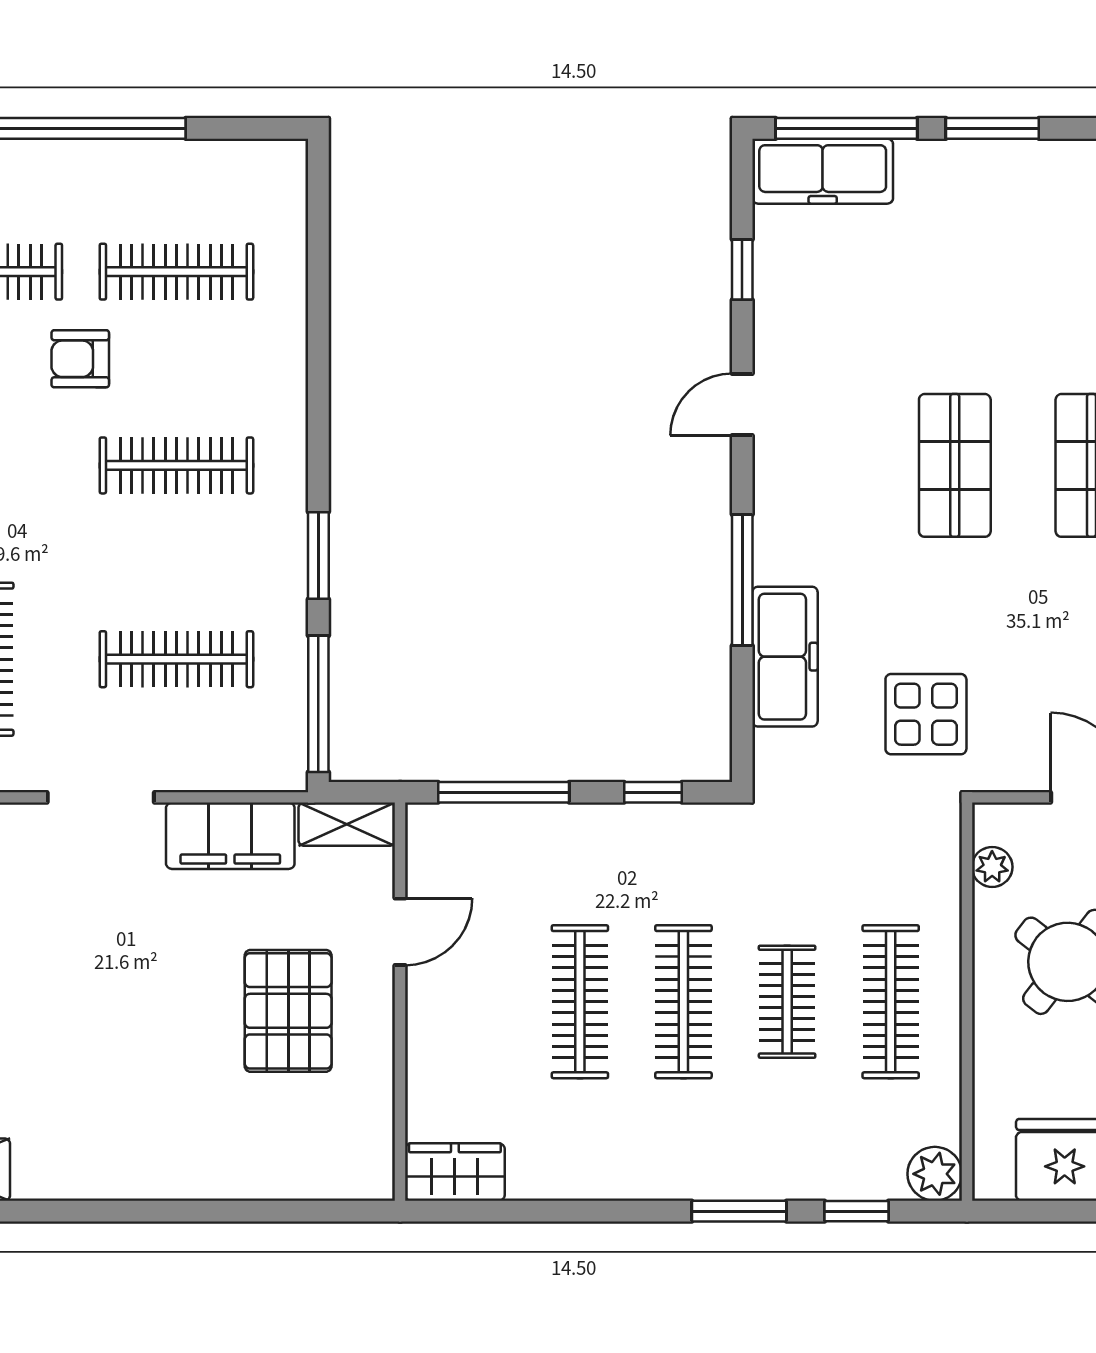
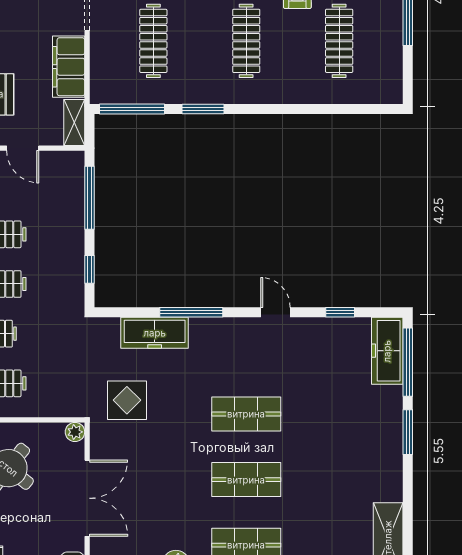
plant: (992, 867) -> (75, 432), moved

